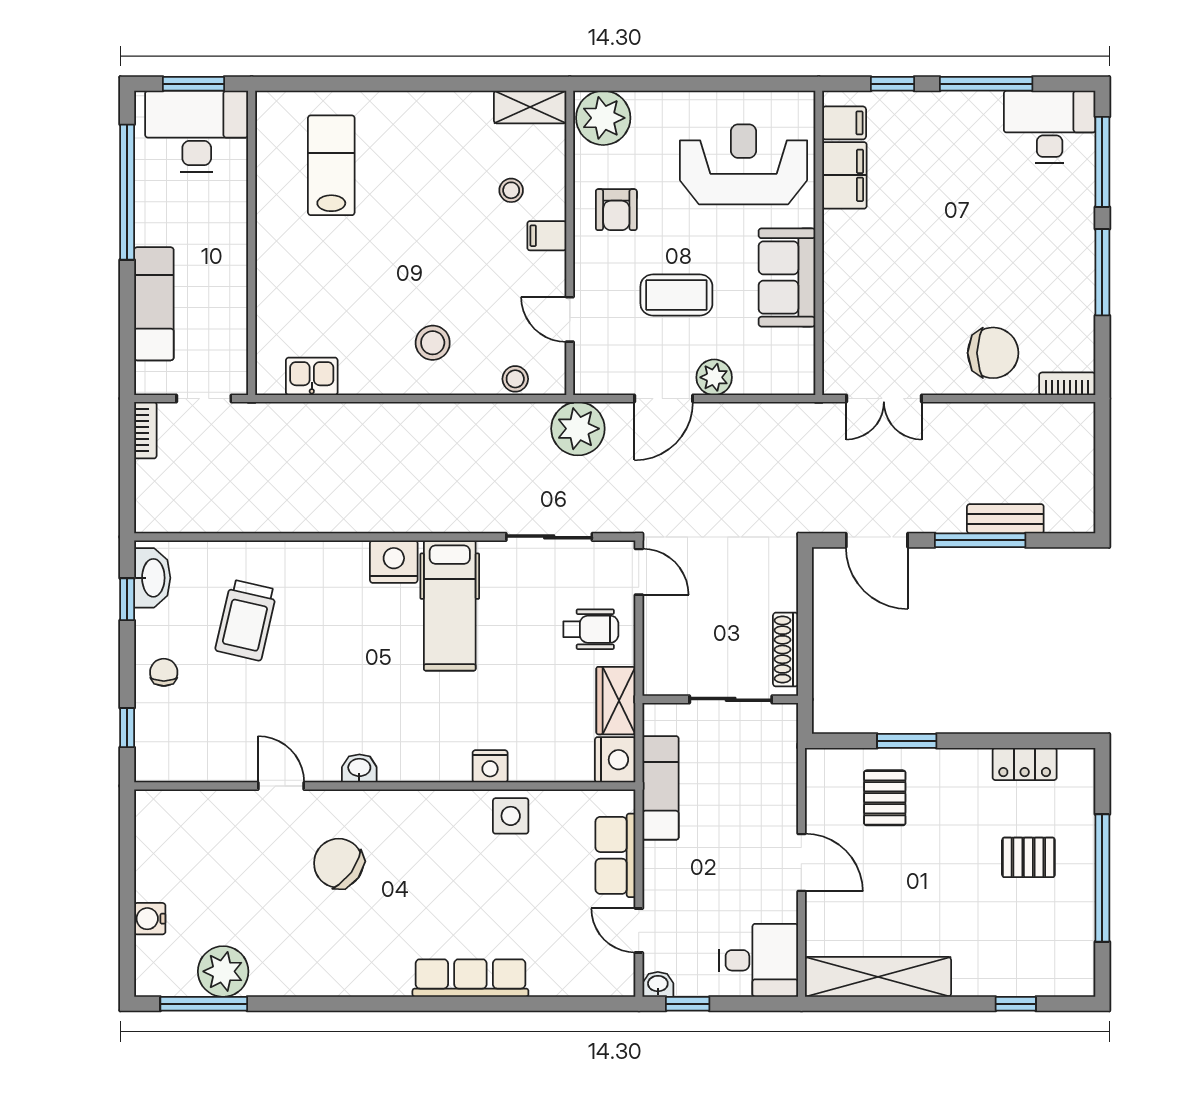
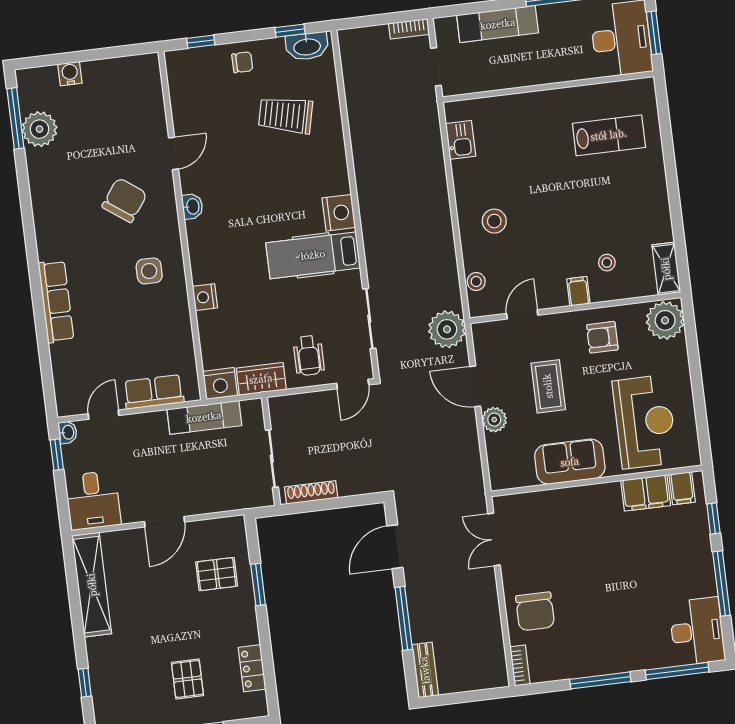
bench: (1005, 519) -> (425, 670), moved
side table: (511, 816) -> (149, 271), moved

